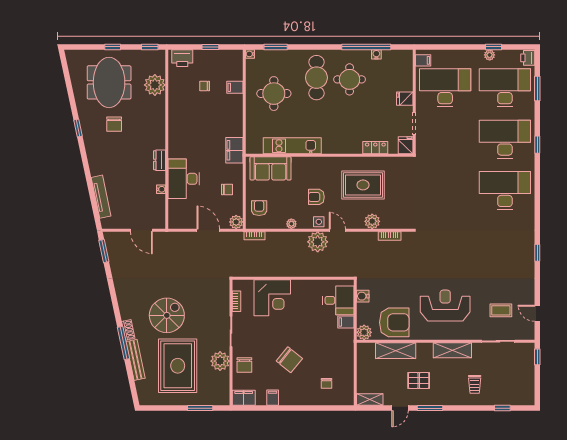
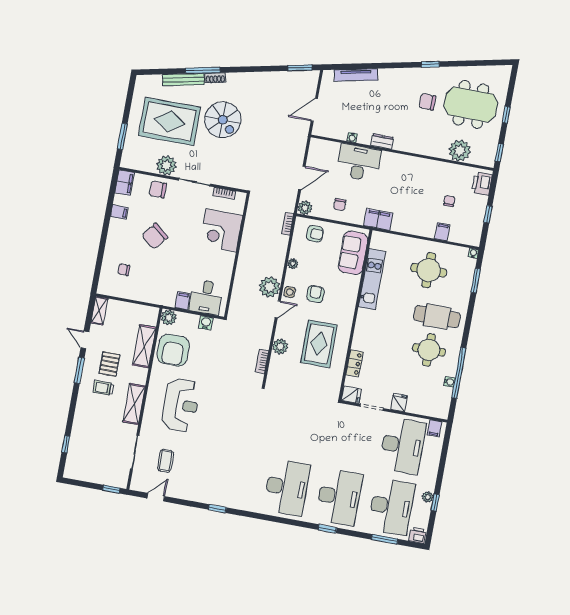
trolley: (475, 384) -> (103, 388), moved

